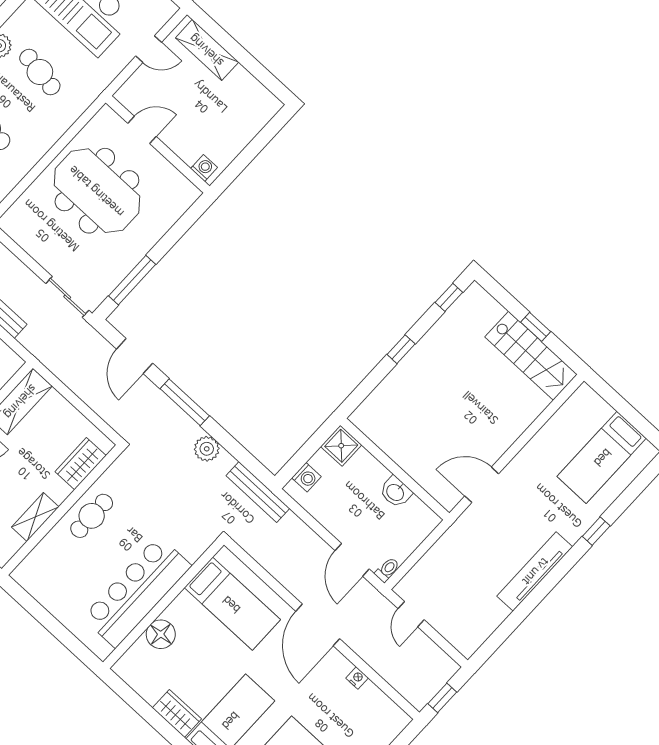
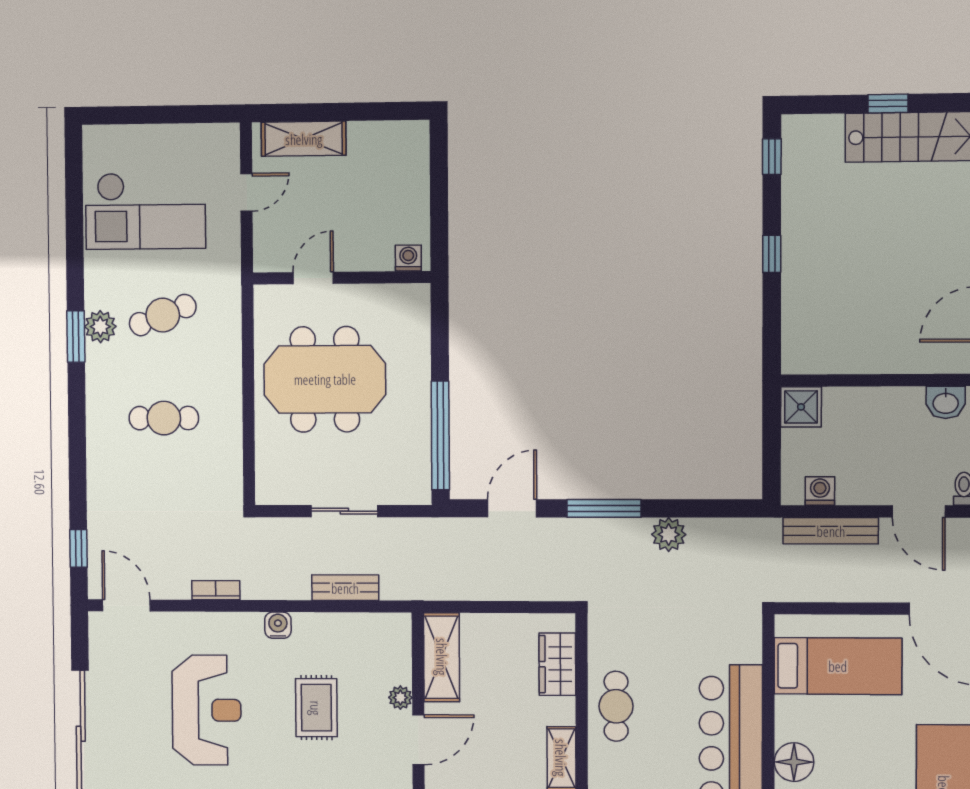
cafe table: (40, 72) -> (163, 315), turned -30
window: (132, 280) -> (440, 435), width x1.46
sliding door: (67, 297) -> (344, 511), moved
door: (135, 356) -> (512, 508), swing flipped
washing machine: (306, 477) -> (820, 491), moved, turned -90
bench: (258, 492) -> (831, 531), moved
washbasin: (396, 492) -> (946, 402), moved

